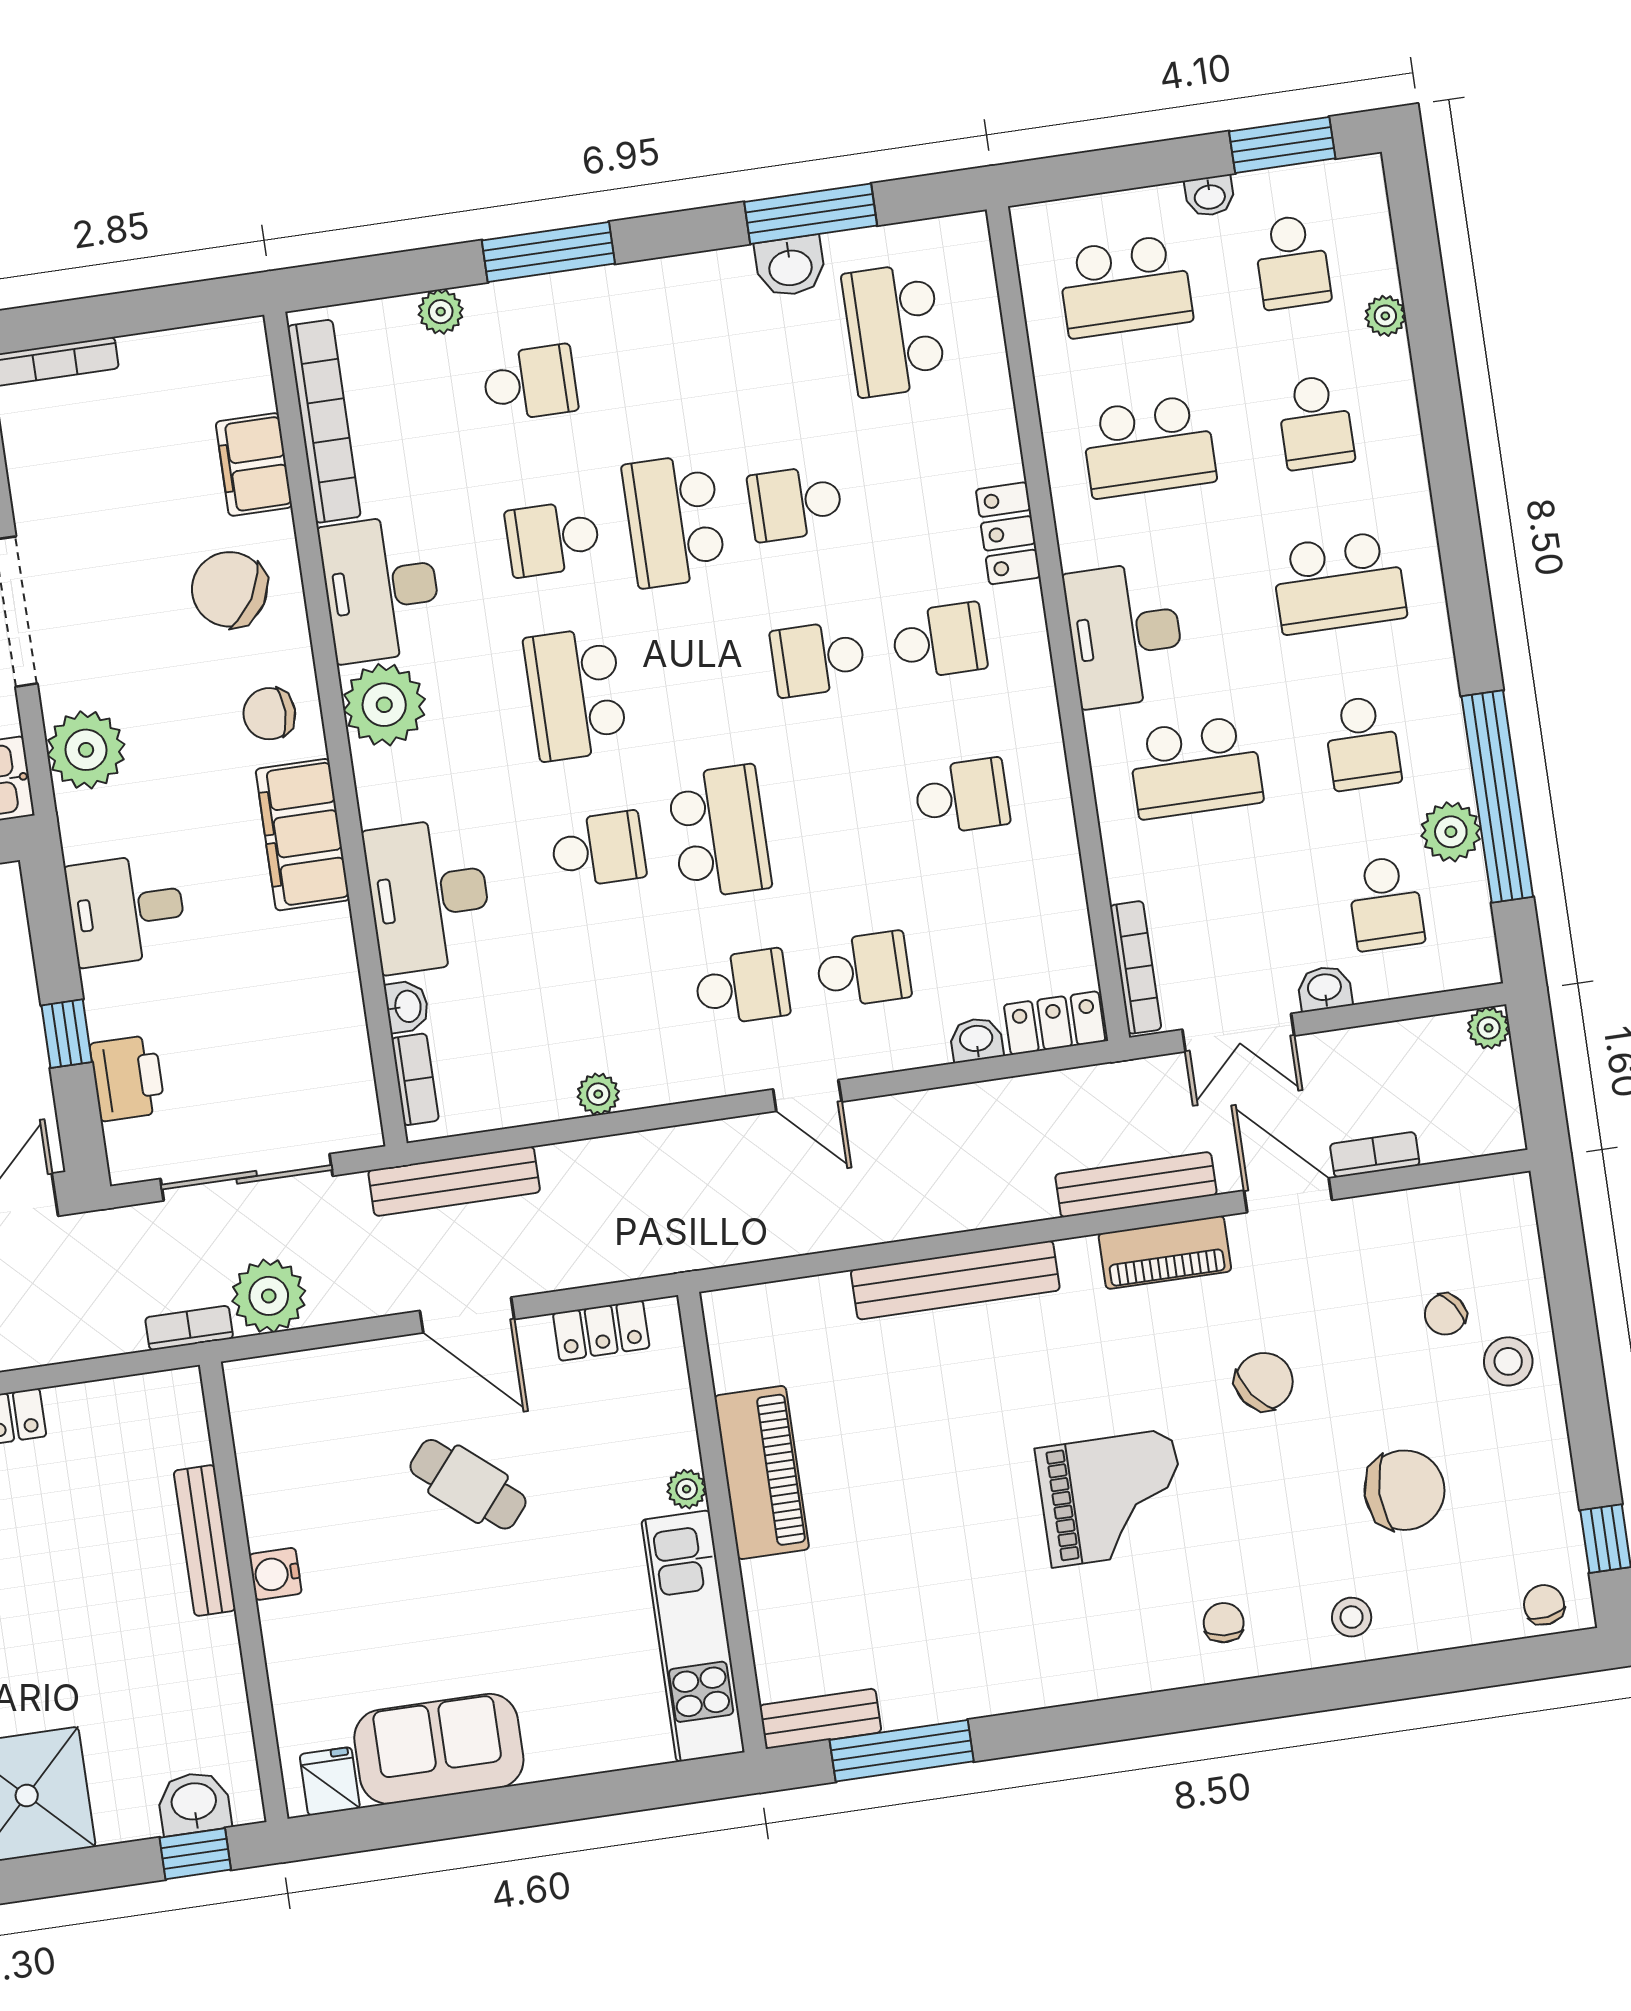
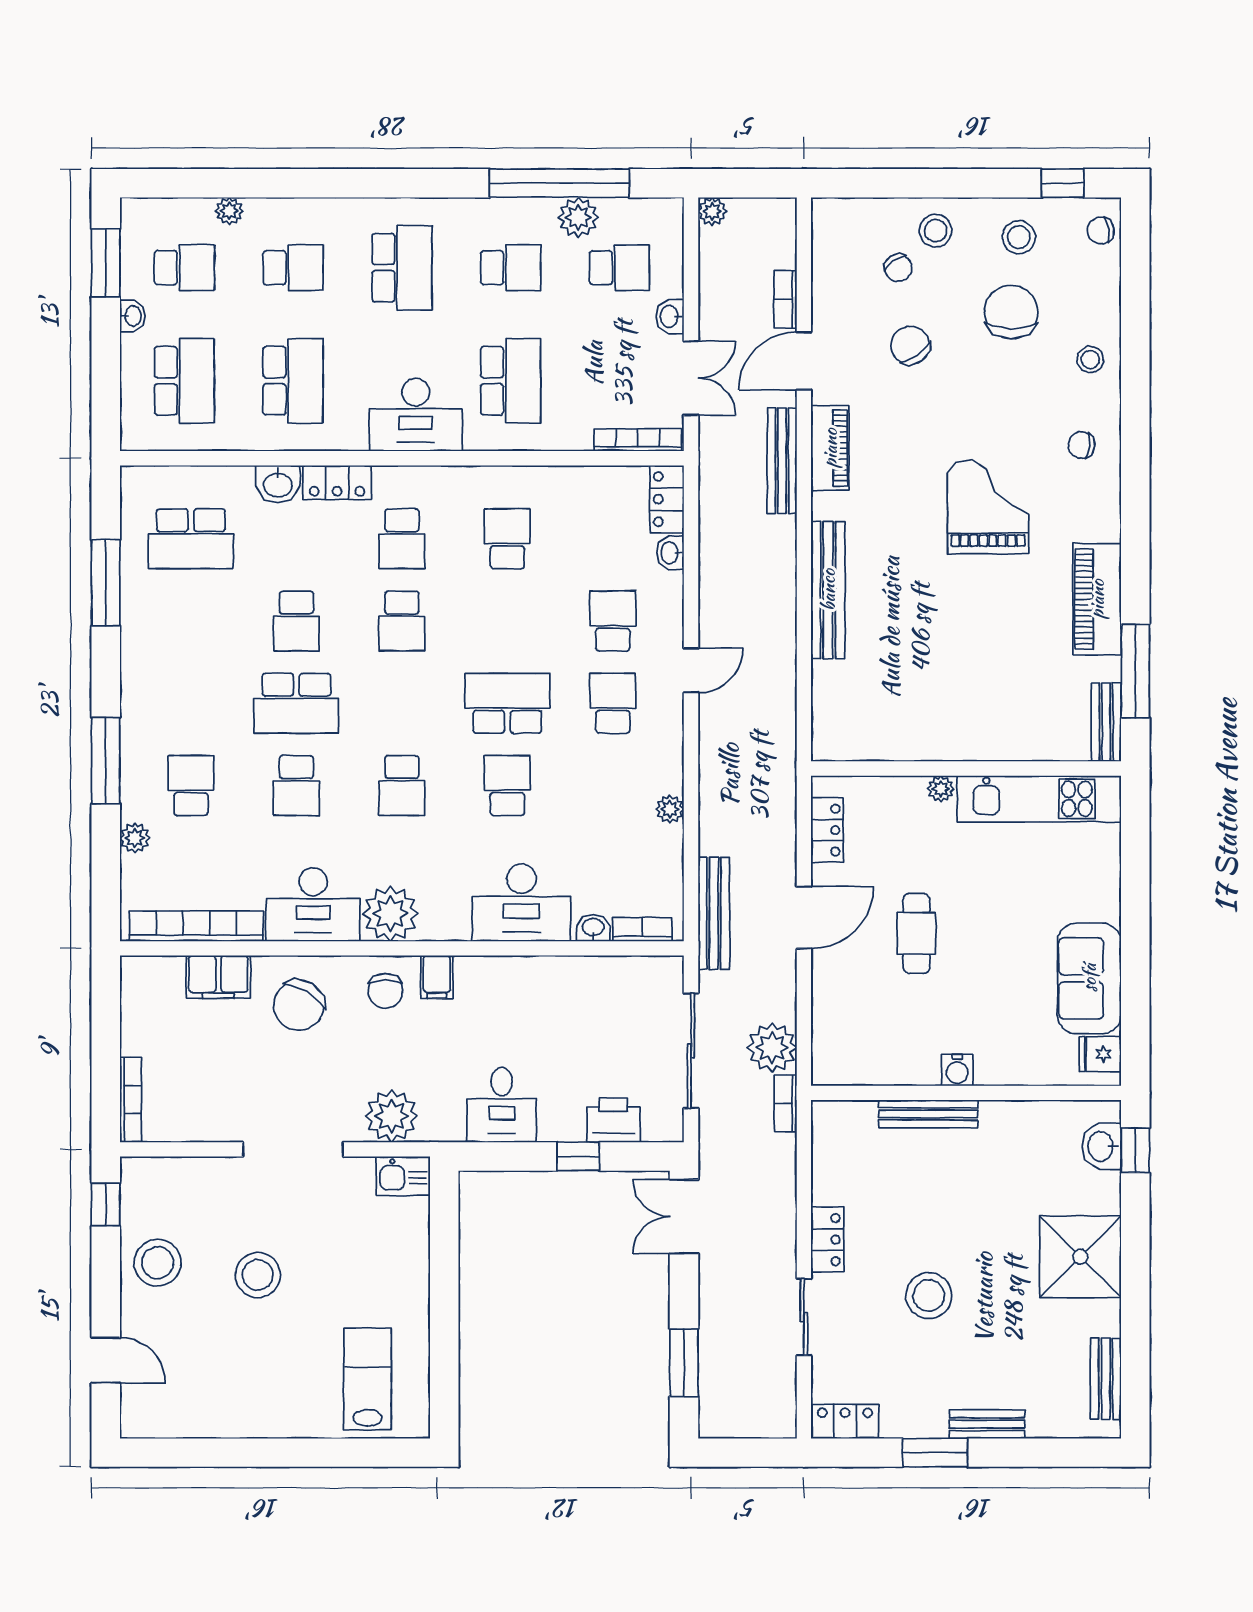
washbasin: (790, 266) -> (278, 484), moved, turned 90
school desk: (939, 641) -> (402, 539), turned 180
school desk: (575, 694) -> (402, 786), width x0.54
filing cabinet: (303, 835) -> (437, 977), width x0.33, depth x0.86
chair: (1264, 1381) -> (910, 345), moved
piano: (762, 1473) -> (1097, 599), moved, turned -90
cafe table: (468, 1484) -> (916, 933), turned -40
stool: (1516, 1485) -> (1019, 237), added

